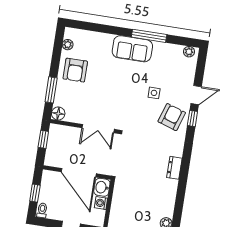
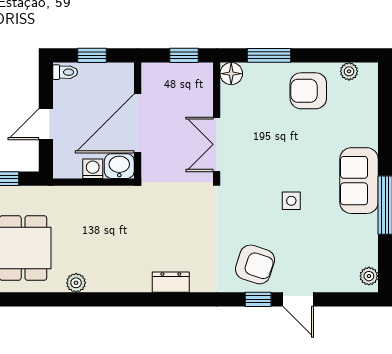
side table: (154, 93) -> (291, 201), moved

